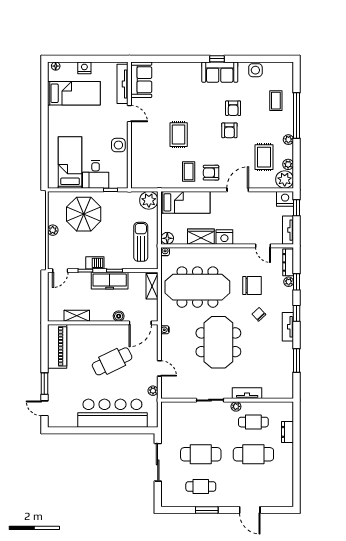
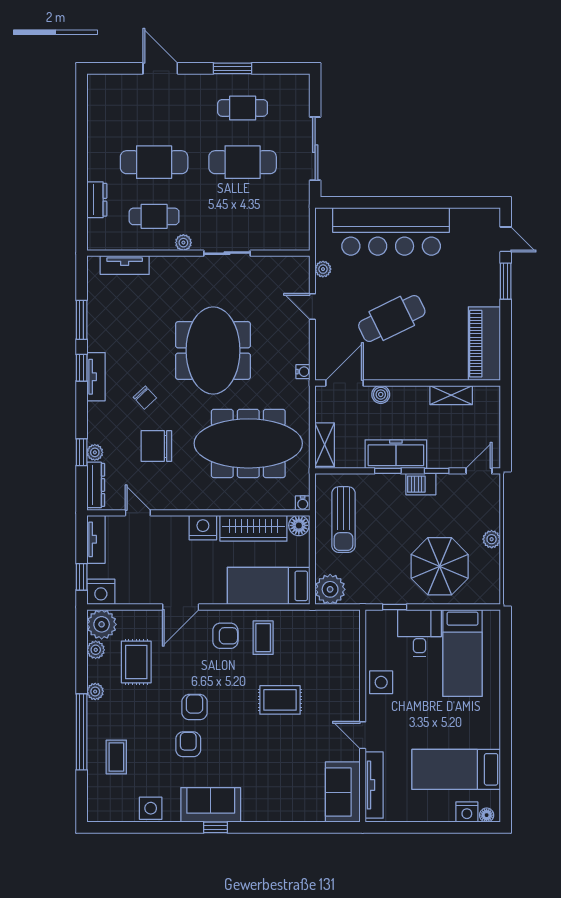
nightstand: (84, 68) -> (467, 812), moved
rug: (179, 135) -> (280, 700), turned 90
wardrobe: (201, 237) -> (253, 528), width x1.50
window: (297, 313) -> (82, 368), moved
tv unit: (247, 393) -> (125, 265), moved

